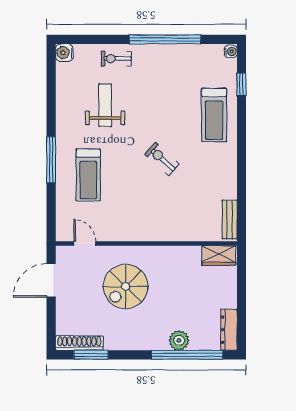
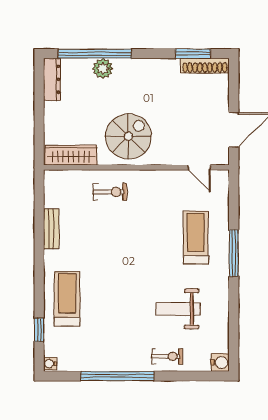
weight bench: (105, 105) -> (178, 309), turned 90
exercise bike: (162, 159) -> (110, 192), moved, turned -42
bench: (230, 220) -> (51, 229), moved
wardrobe: (219, 256) -> (71, 155), width x1.50
spiral stairs: (126, 286) -> (128, 136), moved

